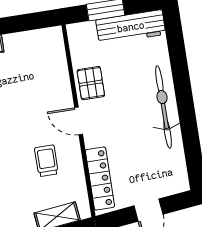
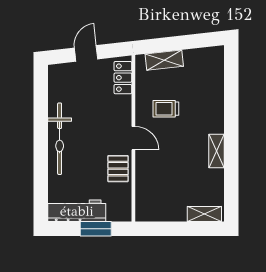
trolley: (46, 161) -> (166, 109), turned 90
locker: (100, 178) -> (123, 78), width x0.66

